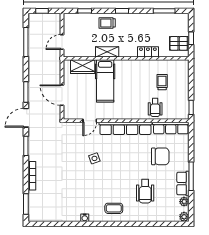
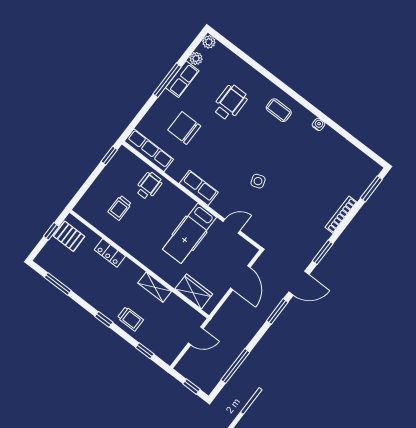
hospital bed: (105, 81) -> (190, 233), moved, turned 180
row of seats: (125, 128) -> (199, 188), width x0.50

